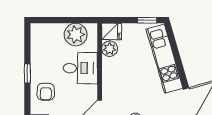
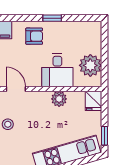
plant: (110, 49) -> (59, 99), moved
armchair: (46, 92) -> (34, 36), turned 180

